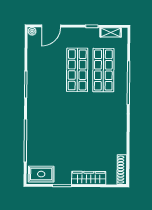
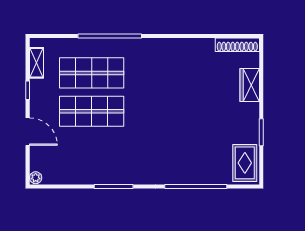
door: (51, 26) -> (28, 132), moved
wardrobe: (89, 178) -> (250, 85), width x0.67

